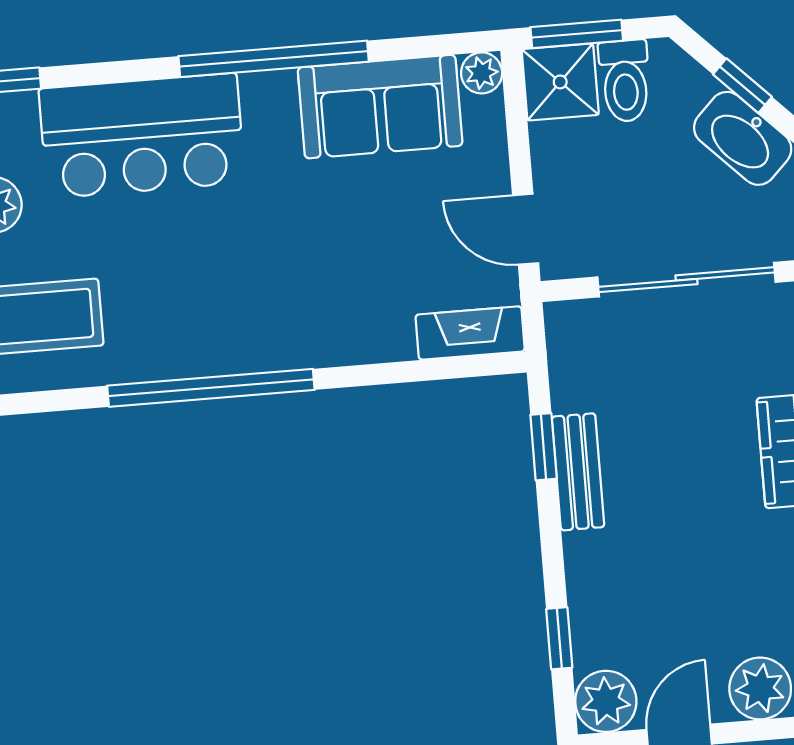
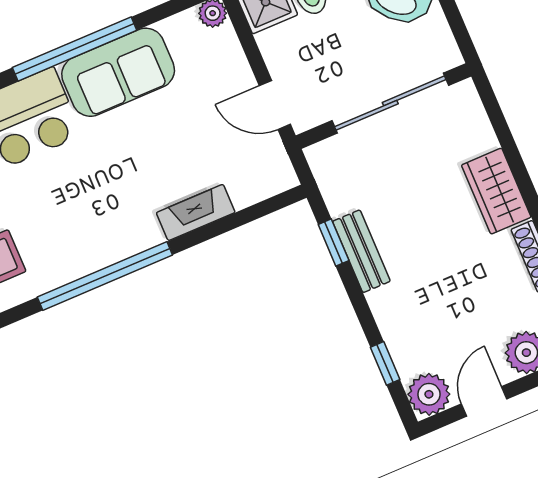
sofa: (380, 107) -> (118, 72), moved
fireplace: (470, 333) -> (196, 212), moved

